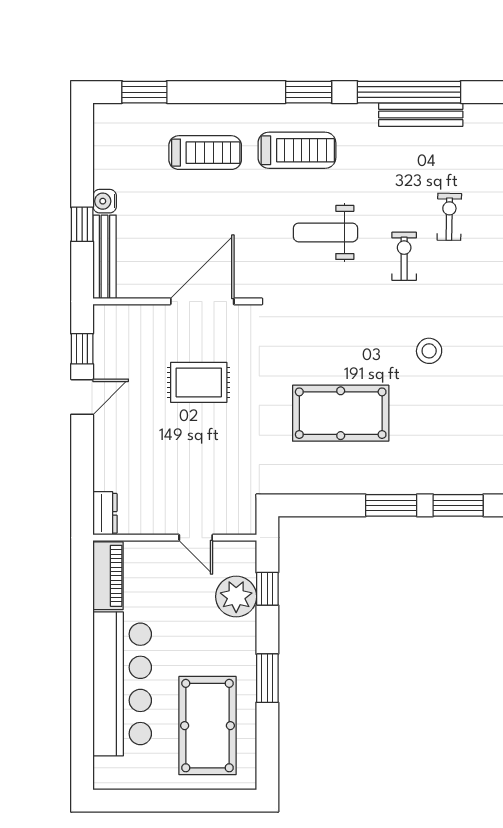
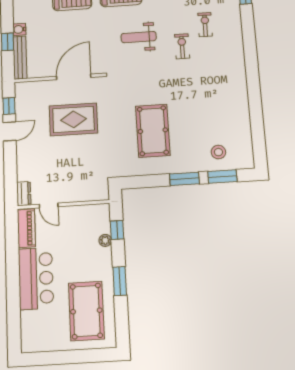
stool: (429, 351) -> (218, 152), moved
rug: (199, 382) -> (73, 119), width x1.36, depth x1.43
pool table: (341, 413) -> (153, 131), turned 90
door: (196, 538) -> (49, 205), moved
plant: (236, 597) -> (105, 240), width x0.53, depth x0.53
bar counter: (122, 684) -> (36, 278), width x0.73

